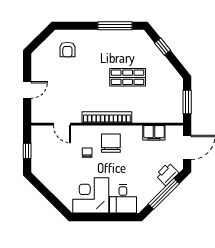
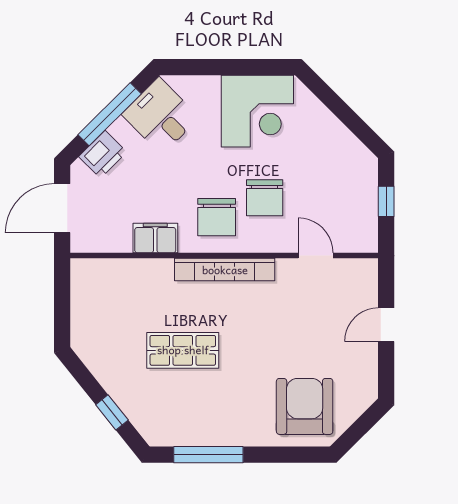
armchair: (67, 50) -> (305, 406), width x1.88, depth x1.88
window: (187, 102) -> (62, 300), removed
filing cabinet: (154, 133) -> (155, 238), moved
chair: (87, 153) -> (265, 198), width x1.87, depth x1.87
desk: (123, 199) -> (161, 116), moved, turned -45

